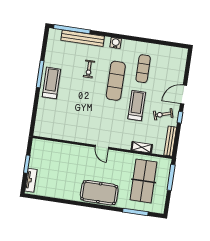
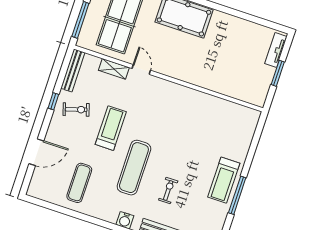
exercise mat: (143, 69) -> (79, 183), moved
door: (183, 95) -> (36, 152), moved
treadmill: (137, 106) -> (111, 128), turned 180
door: (102, 147) -> (141, 69), moved

